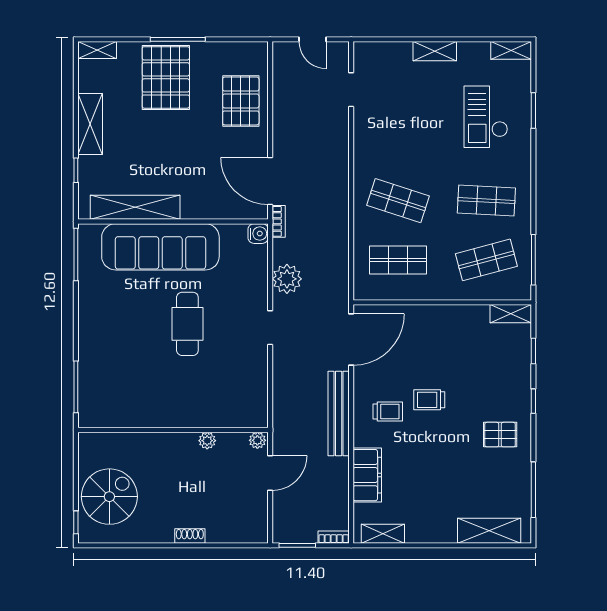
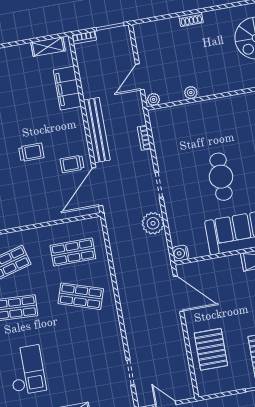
bookcase: (279, 221) -> (144, 138), moved
trolley: (388, 412) -> (72, 164), moved

